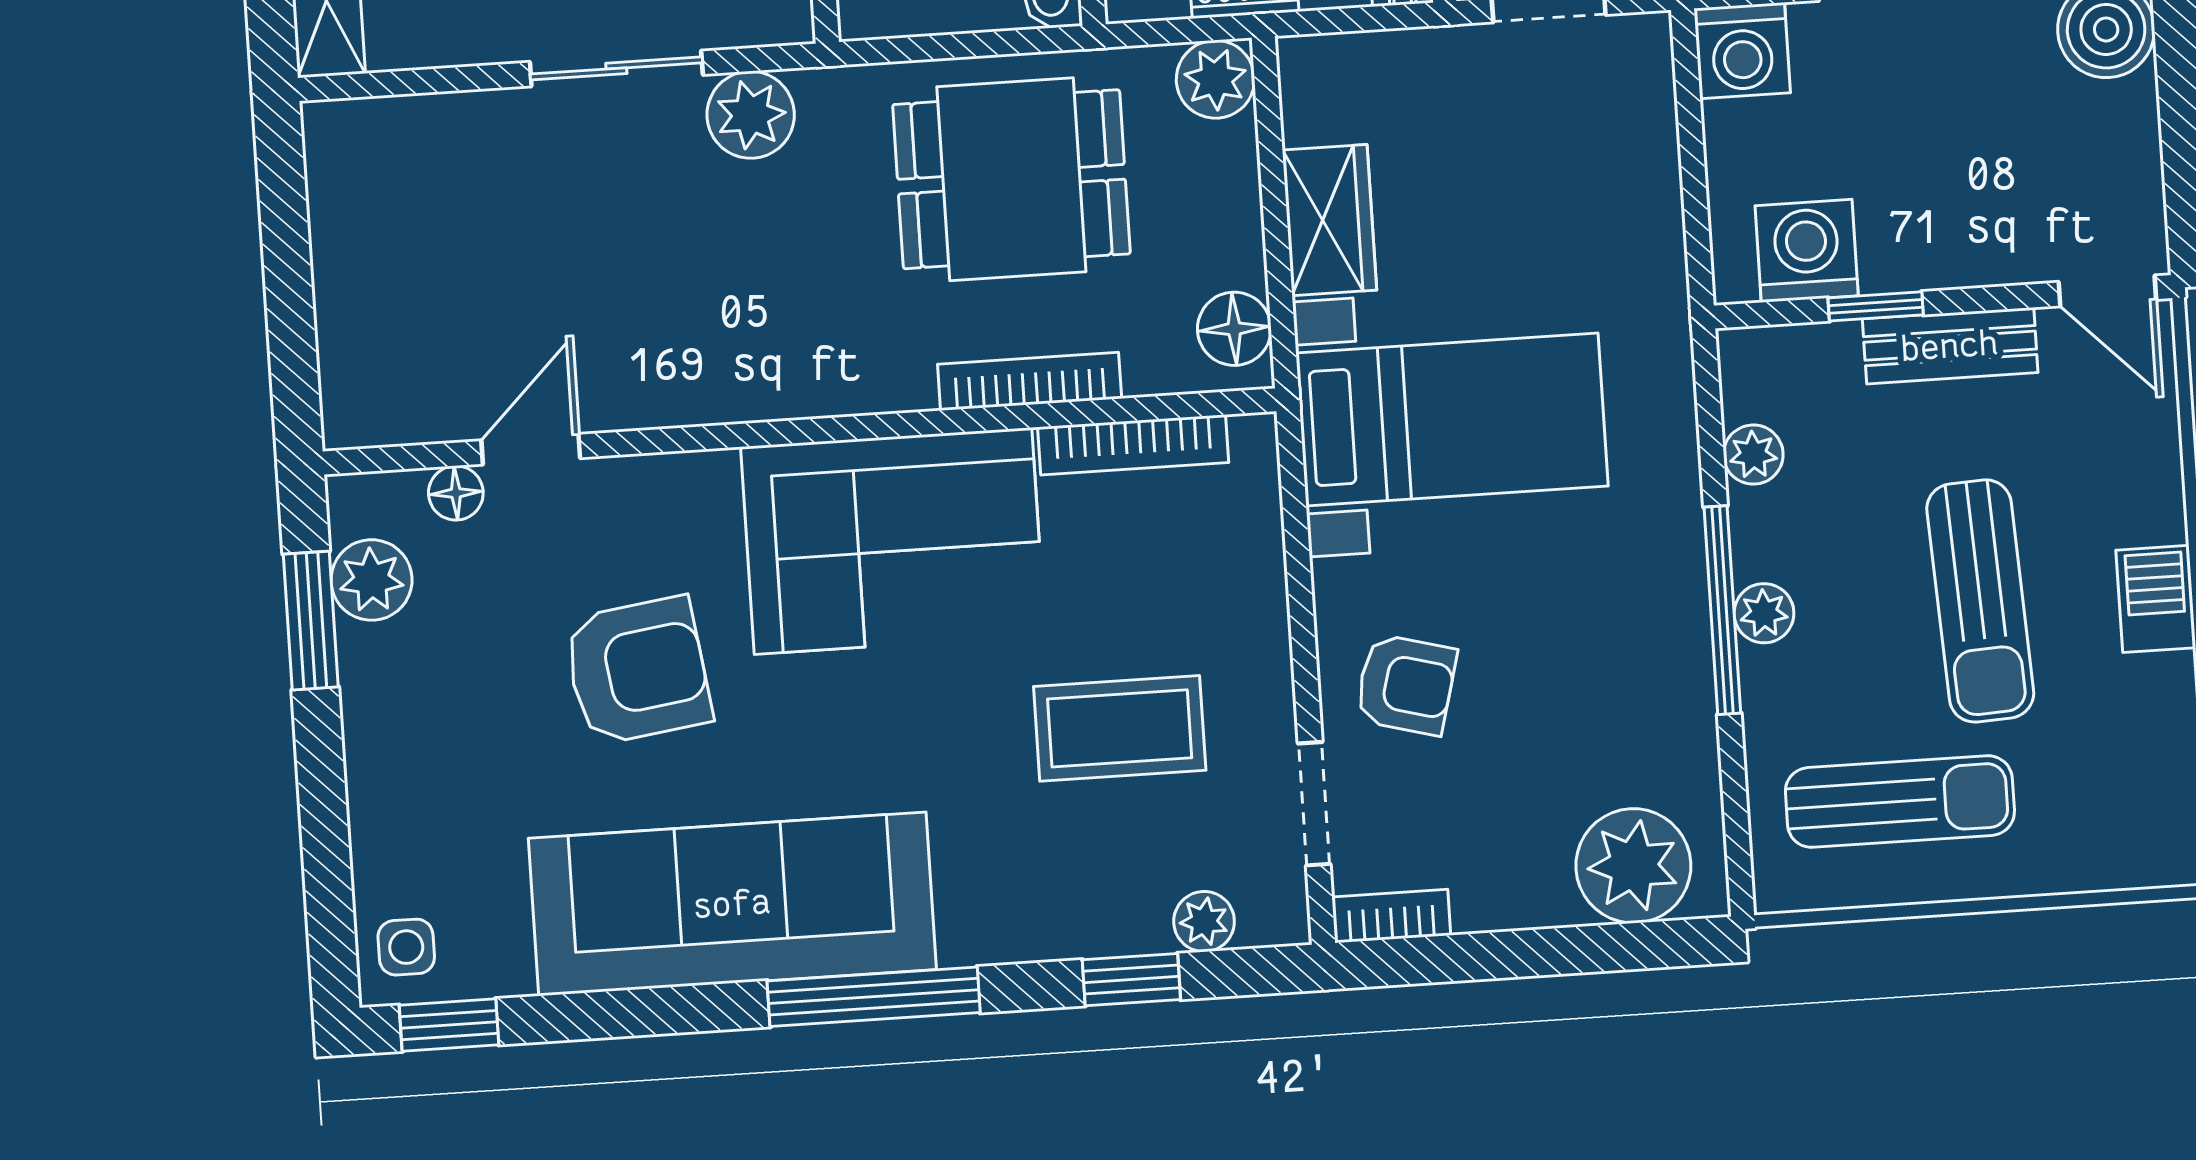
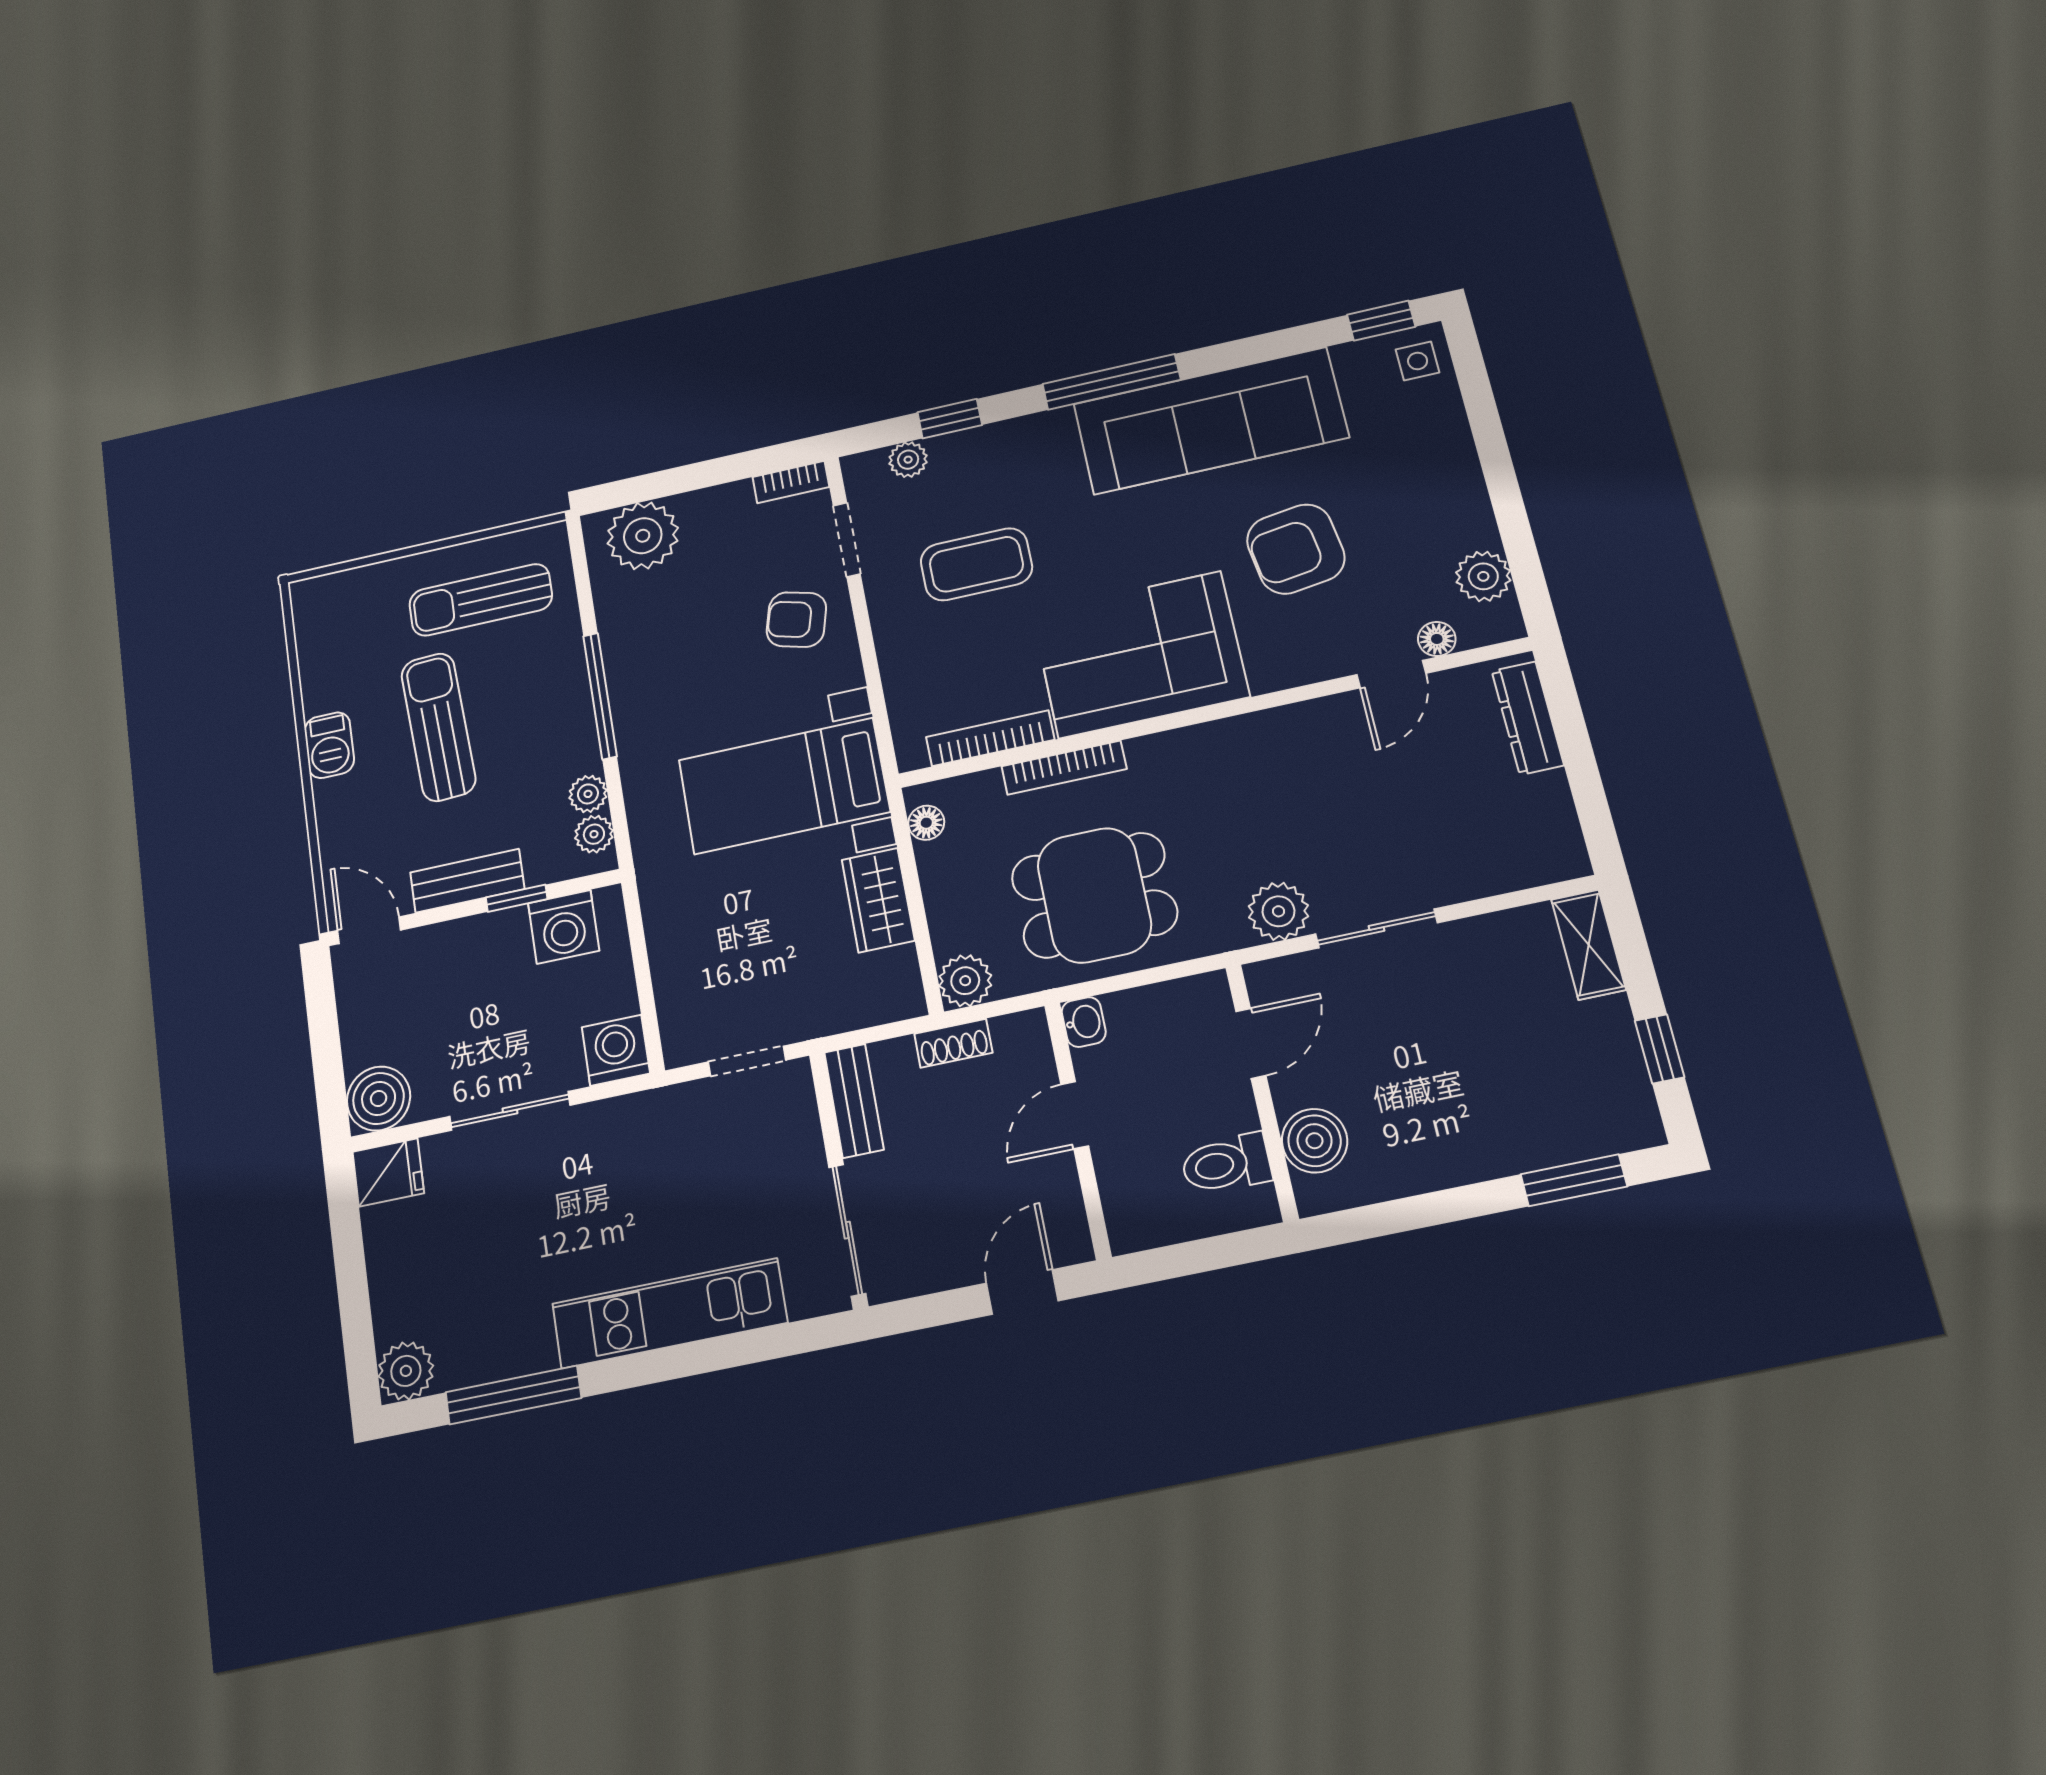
floor lamp: (1234, 329) -> (926, 823), width x0.73, depth x0.73
dresser: (348, 350) -> (1528, 718), added
plant: (1764, 613) -> (594, 834), moved
window: (311, 621) -> (1519, 545), removed

